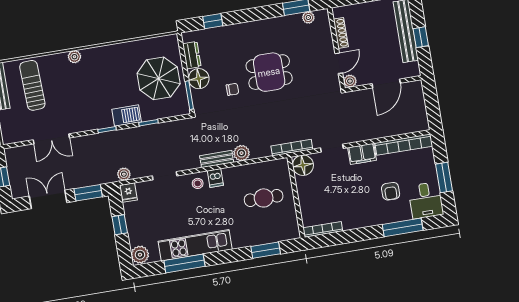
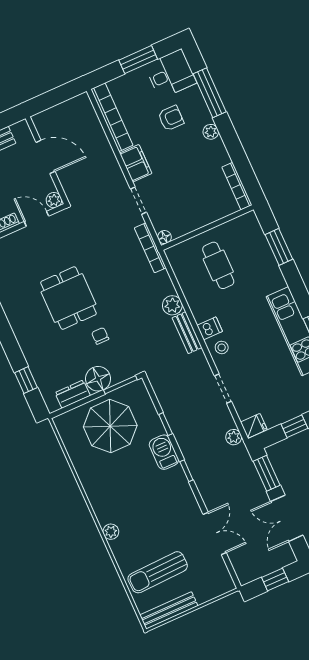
floor lamp: (303, 165) -> (165, 237), width x0.53, depth x0.53
plant: (371, 220) -> (211, 132), added

